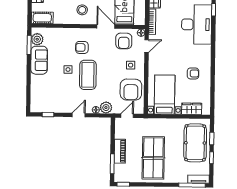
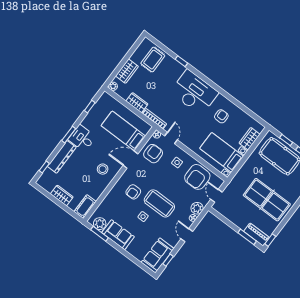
desk: (197, 24) -> (194, 92), moved
armchair: (124, 41) -> (153, 154), turned -90
armchair: (131, 90) -> (197, 177), turned 90
sofa: (46, 104) -> (158, 255), added
piano: (120, 151) -> (257, 235), moved

